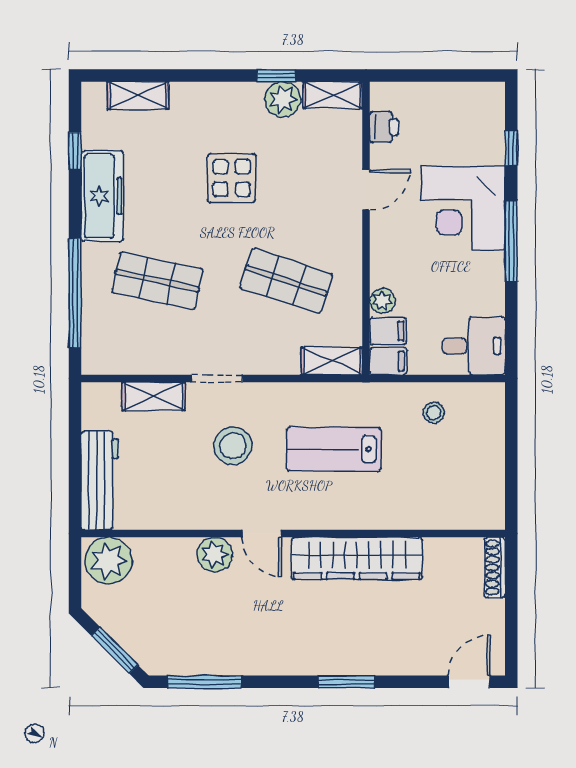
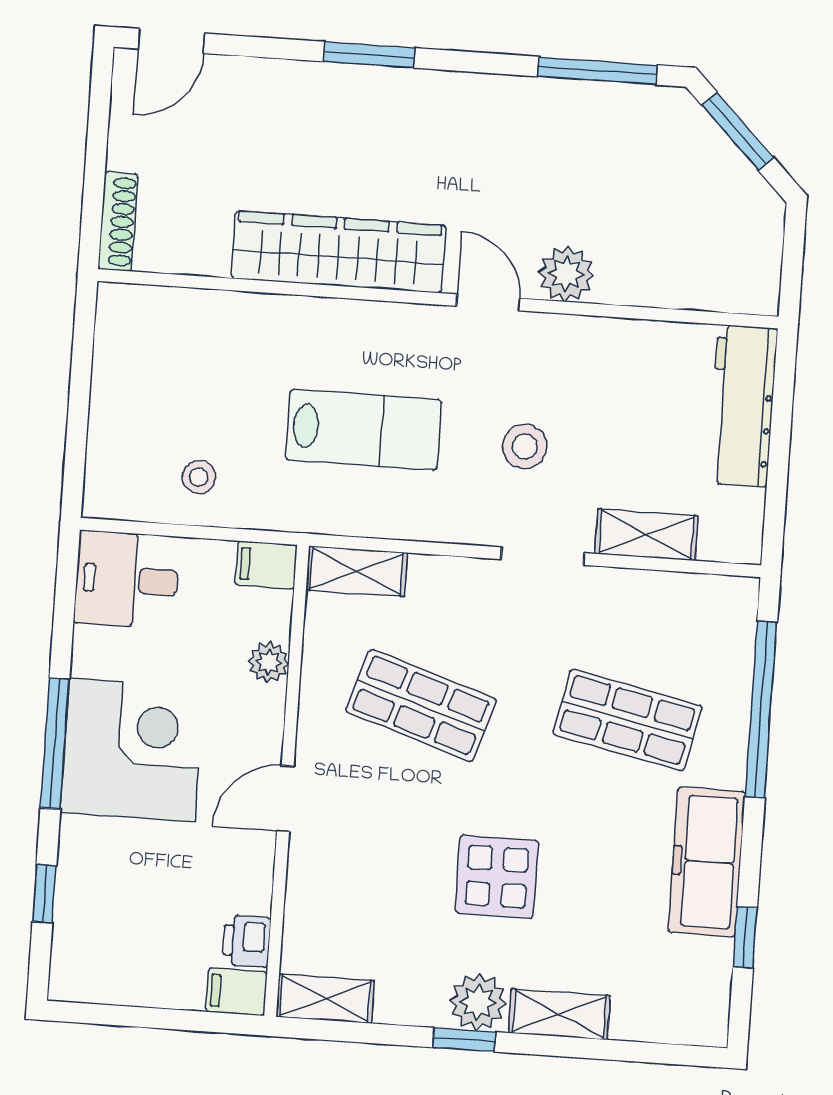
window: (276, 75) -> (464, 1040), moved
shelving: (138, 95) -> (559, 1014), moved
plant: (283, 99) -> (478, 1002), moved
door: (366, 190) -> (285, 799), moved
corner desk: (463, 208) -> (132, 750), moved
filing cabinet: (388, 331) -> (236, 992), moved
stool: (233, 446) -> (525, 446), width x0.73, depth x0.73
plant: (109, 561) -> (737, 276), removed

